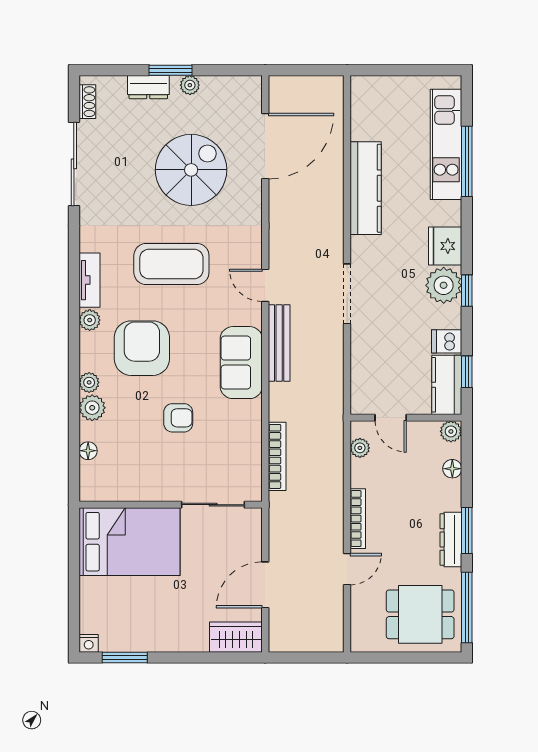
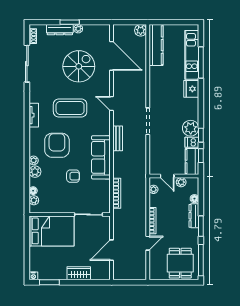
dresser: (148, 87) -> (60, 30), width x1.44
plant: (331, 89) -> (141, 30), added
door: (265, 146) -> (112, 56), hinge flipped
kitchen counter: (366, 188) -> (156, 45), moved
fridge: (445, 246) -> (191, 89), moved
door: (265, 285) -> (112, 103), moved
plant: (444, 285) -> (191, 128), moved
window: (467, 291) -> (201, 135), moved
plant: (90, 320) -> (34, 200), moved
bench: (279, 343) -> (118, 138), width x0.73
sofa: (241, 363) -> (101, 157), width x1.36
plant: (451, 431) -> (181, 182), moved
dresser: (451, 539) -> (194, 216), moved
dining table: (420, 614) -> (180, 263), turned 90
wardrobe: (236, 637) -> (79, 273), moved

